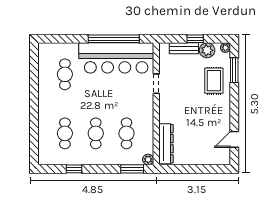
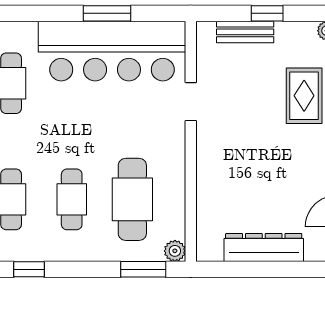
window: (114, 39) -> (107, 13), width x0.47
plant: (207, 50) -> (291, 36), removed
cafe table: (127, 133) -> (132, 199), width x1.37, depth x1.35
dresser: (166, 144) -> (264, 247), moved, turned -90

